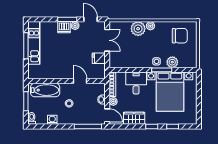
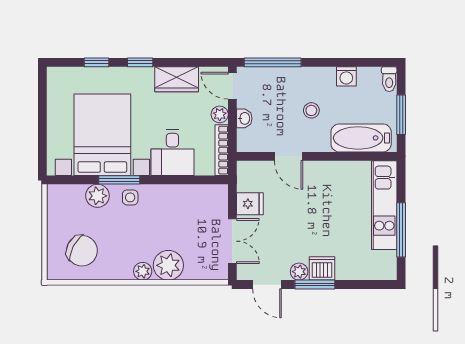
chair: (180, 36) -> (82, 251), turned -152
double door: (107, 40) -> (232, 241), swing flipped
kitchen unit: (34, 43) -> (384, 205), moved

